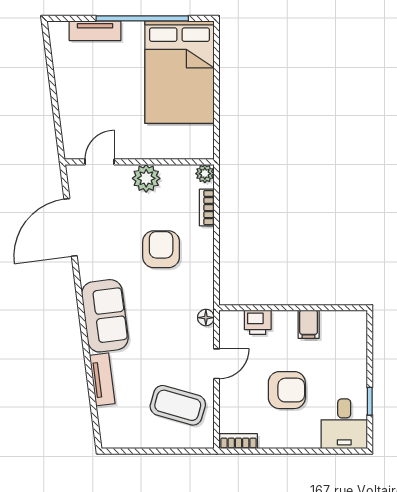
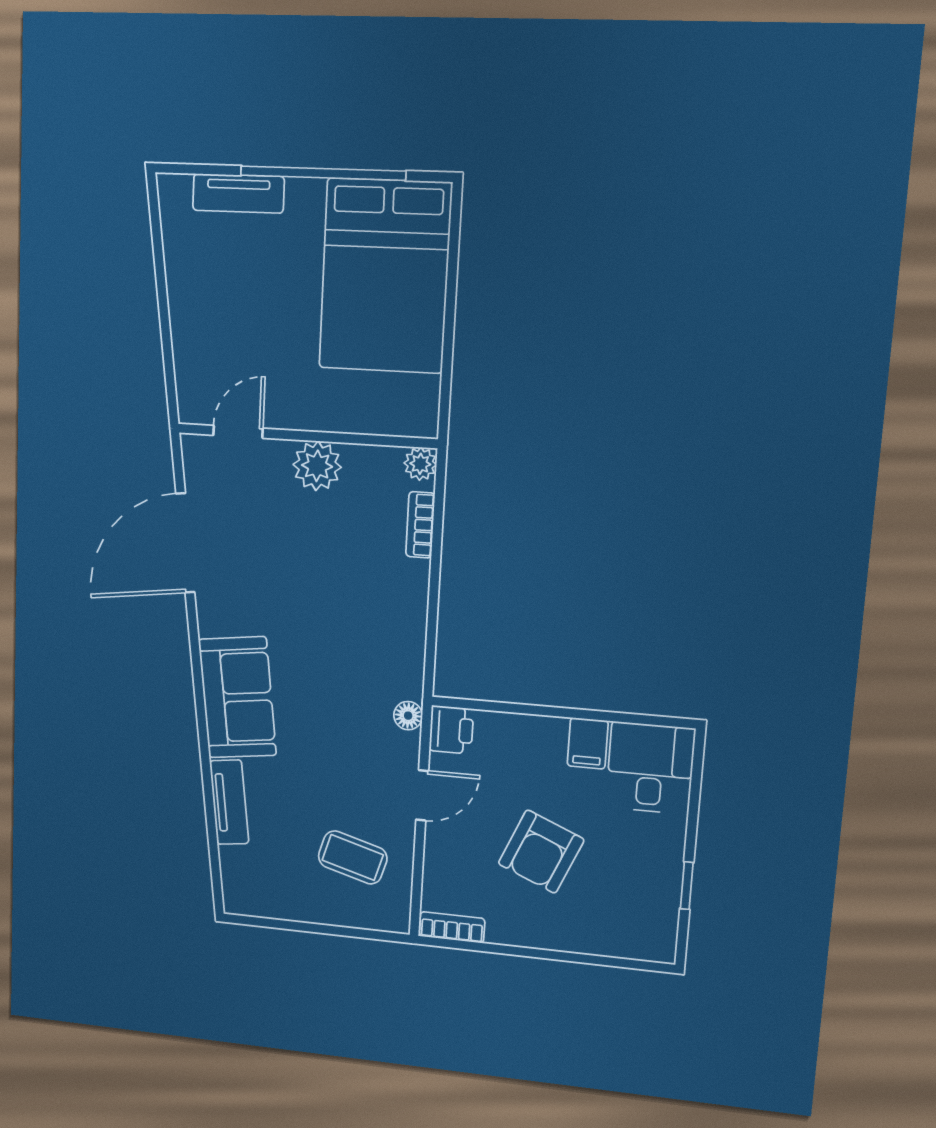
armchair: (161, 249) -> (337, 592), removed
printer: (258, 322) -> (451, 730), moved, turned -90
armchair: (287, 390) -> (541, 852), turned 113
coffee table: (178, 405) -> (353, 857), width x0.73, depth x0.77
desk: (344, 424) -> (650, 768), moved, turned 180

